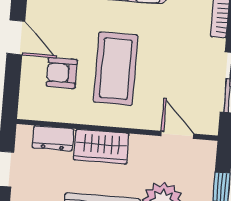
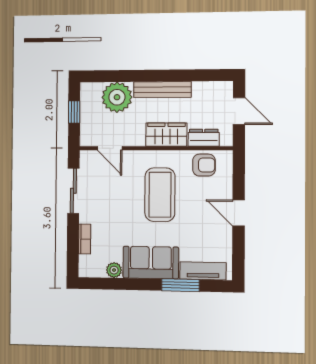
armchair: (62, 73) -> (204, 165), moved

